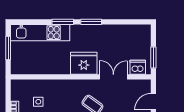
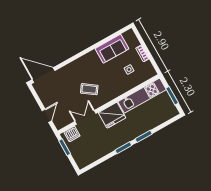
kitchen unit: (40, 33) -> (142, 96), moved, turned 180
double door: (113, 77) -> (85, 117), swing flipped

